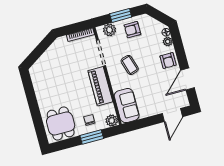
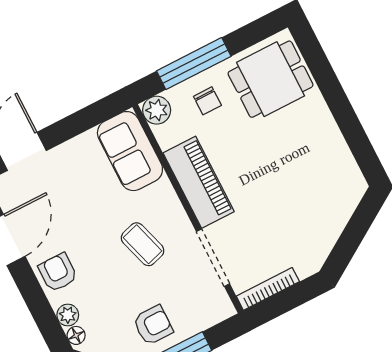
plant: (110, 30) -> (205, 314), removed
dining table: (61, 123) -> (271, 79), turned 90
window: (92, 137) -> (194, 64), width x1.44

